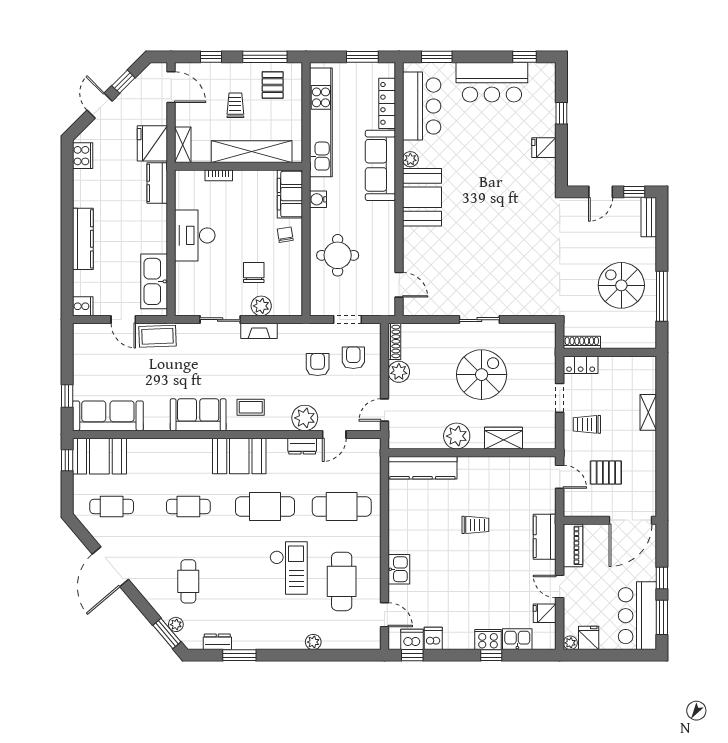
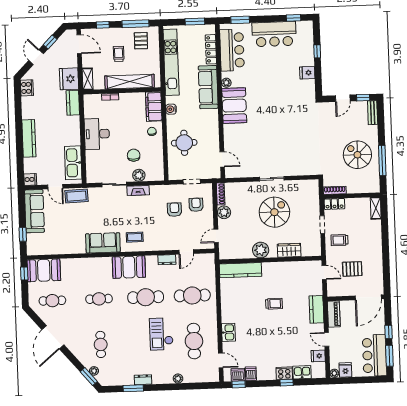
shelving: (648, 412) -> (376, 208), moved
sofa: (108, 416) -> (34, 211), moved, turned 90
plant: (305, 418) -> (168, 242), removed
checkout: (289, 568) -> (161, 334), turned 180
dresser: (217, 642) -> (143, 380), moved

